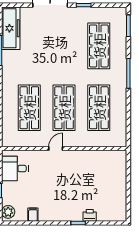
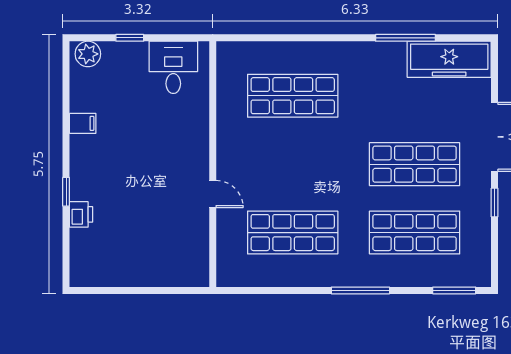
shop shelf: (64, 108) -> (415, 164), moved
door: (56, 148) -> (213, 194), moved
filing cabinet: (33, 215) -> (83, 123), moved

